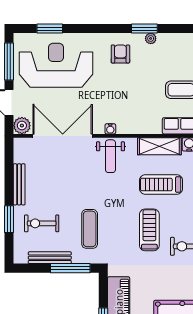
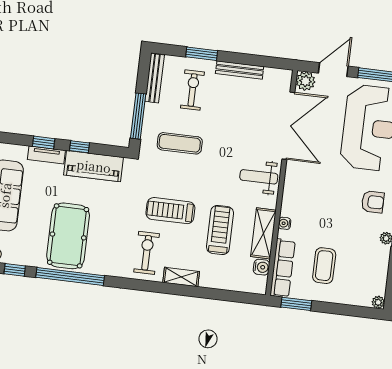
water cooler: (110, 129) -> (285, 223), moved
treadmill: (149, 230) -> (170, 211), turned 180
bench: (50, 258) -> (155, 78), moved

